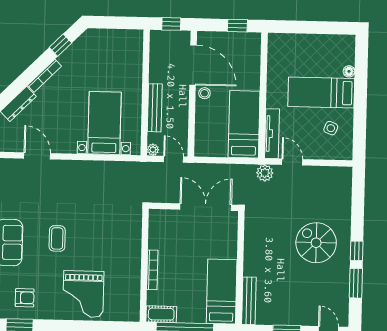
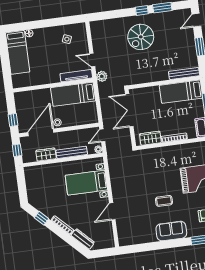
window: (237, 26) -> (13, 120), moved
wardrobe: (158, 68) -> (46, 155), added
bed: (321, 93) -> (18, 52), moved
door: (37, 156) -> (112, 211), moved
door: (292, 162) -> (92, 60), hinge flipped
wardrobe: (157, 233) -> (150, 138), added

